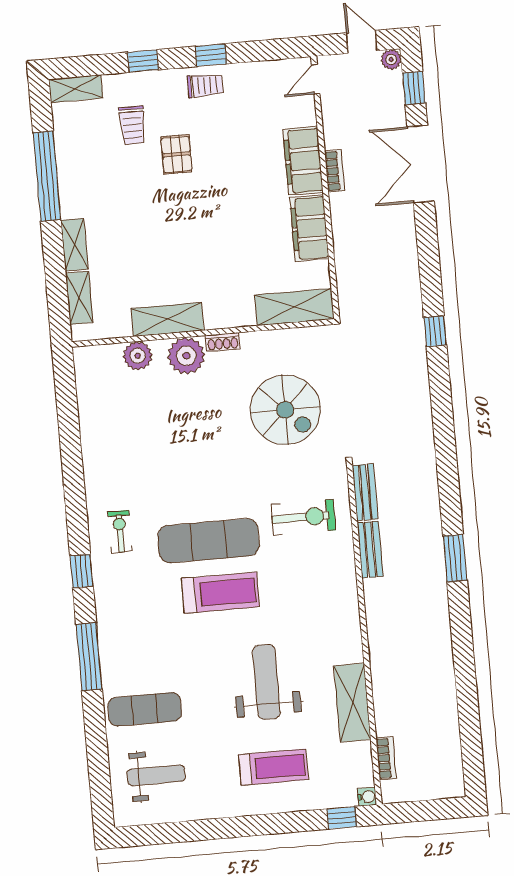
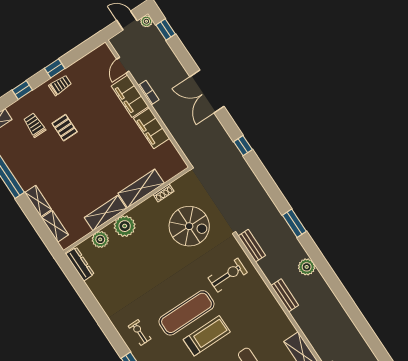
door: (316, 79) -> (123, 65), moved
trolley: (132, 125) -> (34, 125), turned 180
double door: (421, 164) -> (207, 92), moved
shelving: (294, 307) -> (141, 188), moved
shoe rack: (223, 342) -> (164, 193), moved
dresser: (86, 377) -> (80, 264), added
bench: (370, 550) -> (285, 295), moved
window: (455, 558) -> (294, 223), moved
plant: (431, 571) -> (307, 267), added

